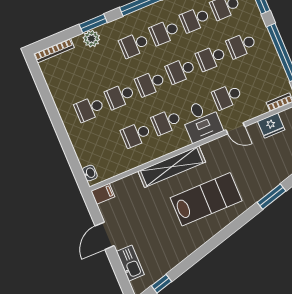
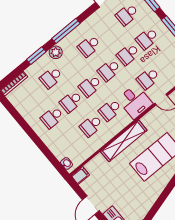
school desk: (195, 19) -> (108, 30), removed
plant: (91, 39) -> (56, 52), moved
school desk: (134, 45) -> (51, 78), moved

